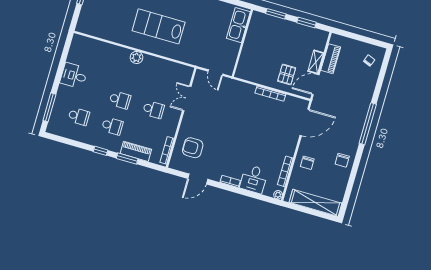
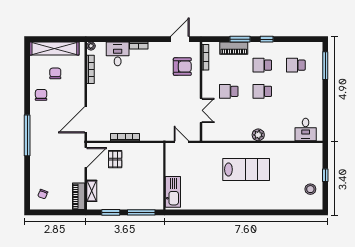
window: (276, 14) -> (141, 212), width x1.44
piano: (331, 59) -> (79, 196), moved
shelving: (316, 62) -> (92, 191), moved
desk: (74, 76) -> (306, 130), moved, turned 90
chair: (307, 163) -> (55, 73), moved
door: (198, 179) -> (180, 39), moved

